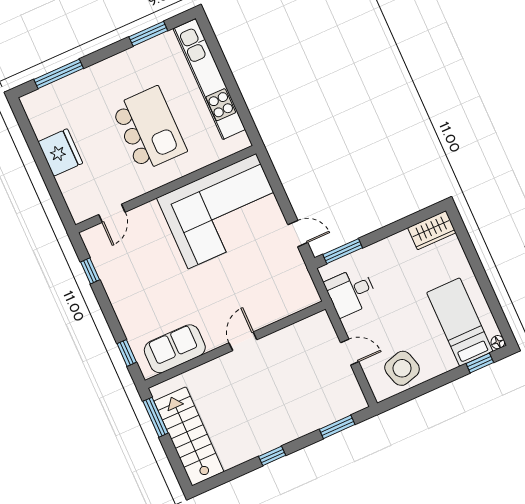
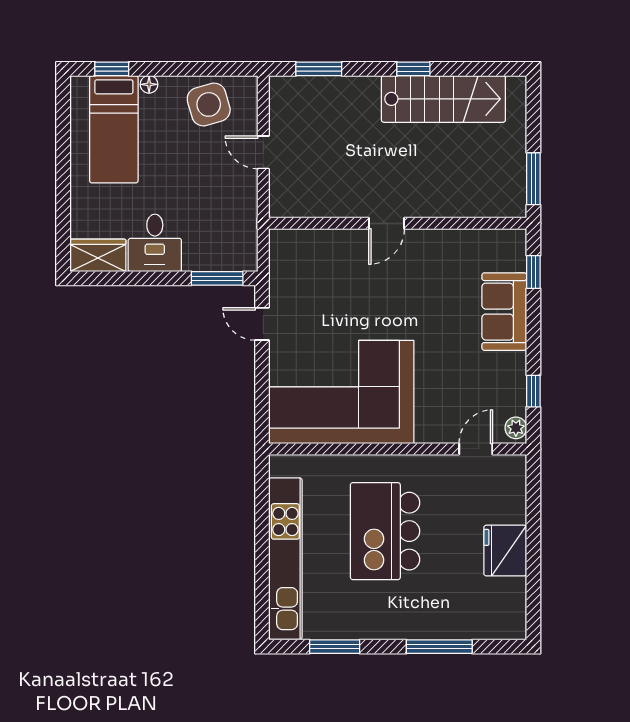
window: (59, 74) -> (439, 647), moved
plant: (91, 240) -> (516, 428), added
desk: (351, 292) -> (155, 243), moved, turned 90
floor lamp: (498, 342) -> (149, 84), moved
sofa: (175, 349) -> (504, 312), moved, turned 90
stairs: (189, 436) -> (443, 99), moved, turned -90

